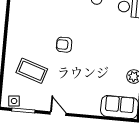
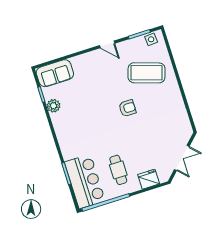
coffee table: (32, 71) -> (147, 73), width x1.36, depth x1.32

